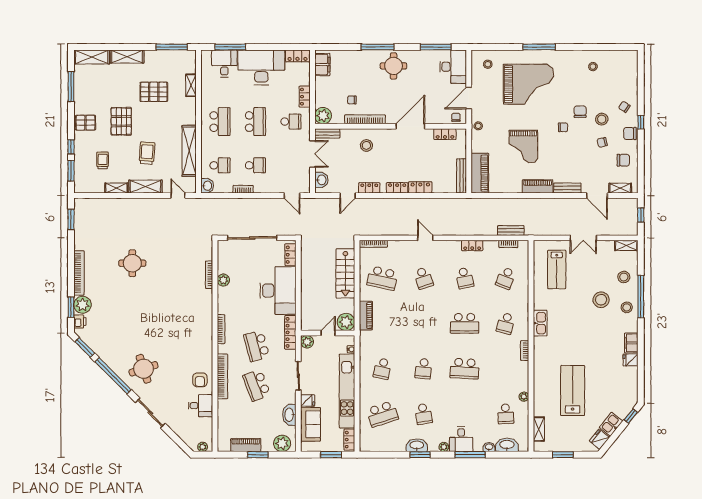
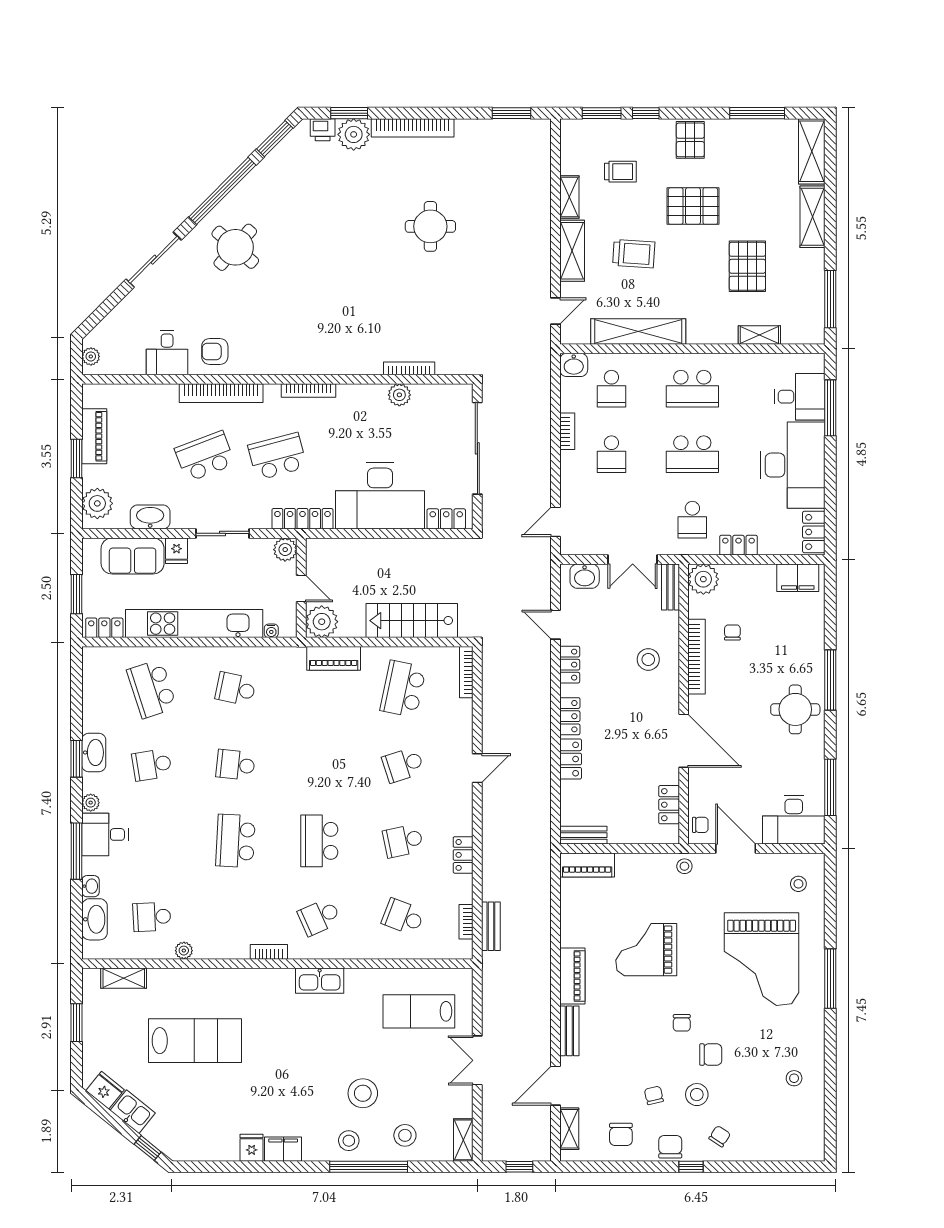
piano: (480, 173) -> (587, 865), width x0.73, depth x0.75
bench: (461, 176) -> (583, 835), width x0.73
school desk: (506, 323) -> (319, 917), turned -39
round table: (144, 369) -> (235, 247), turned -31

